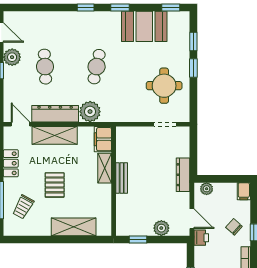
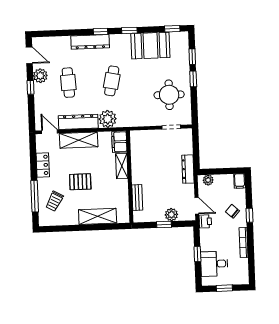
dresser: (73, 19) -> (90, 42), added
bench: (122, 178) -> (137, 198), moved
pallet: (55, 185) -> (80, 182), turned 90
window: (138, 239) -> (164, 224), moved

